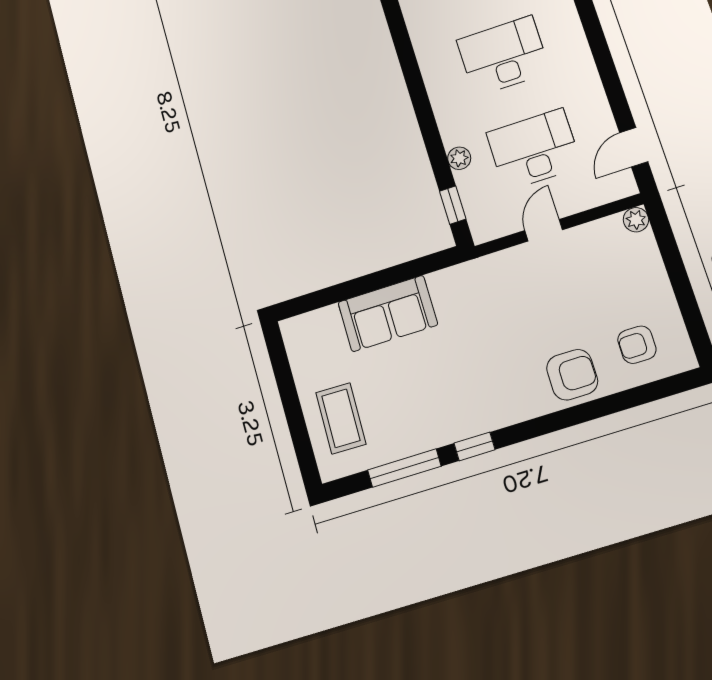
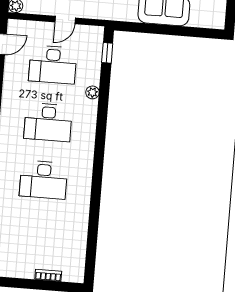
plant: (459, 158) -> (92, 92), moved

